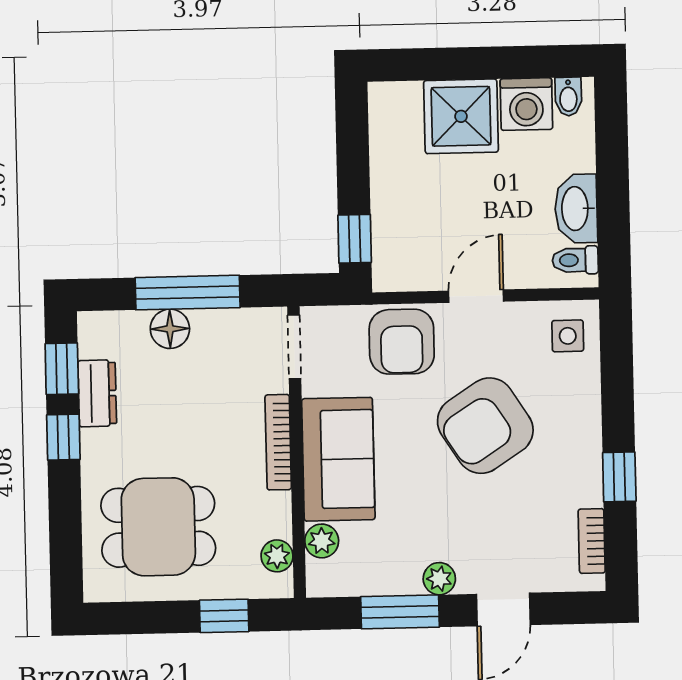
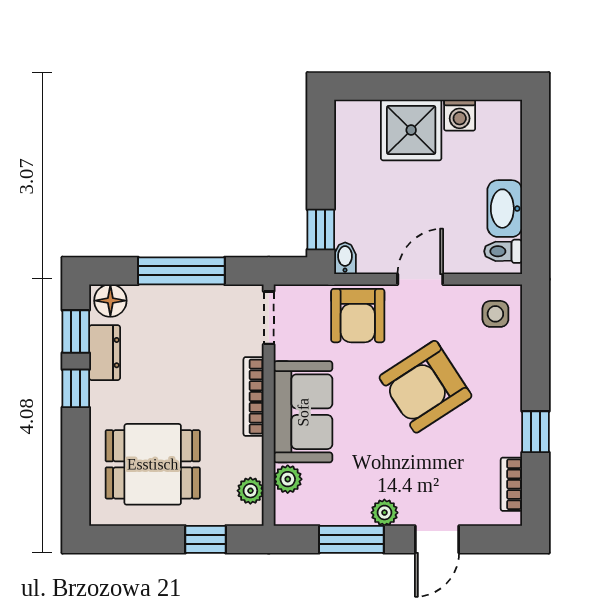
bidet: (568, 97) -> (345, 258), moved, turned 180
washing machine: (526, 104) -> (460, 115), width x0.73, depth x0.73
floor lamp: (170, 329) -> (110, 301), moved

